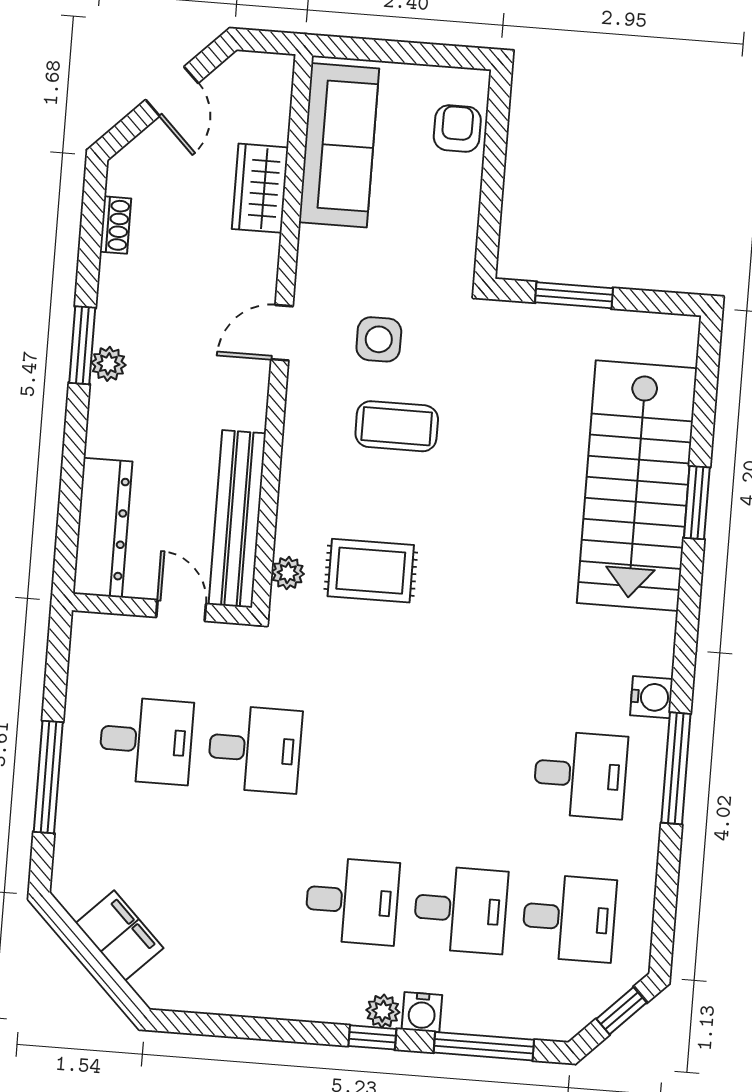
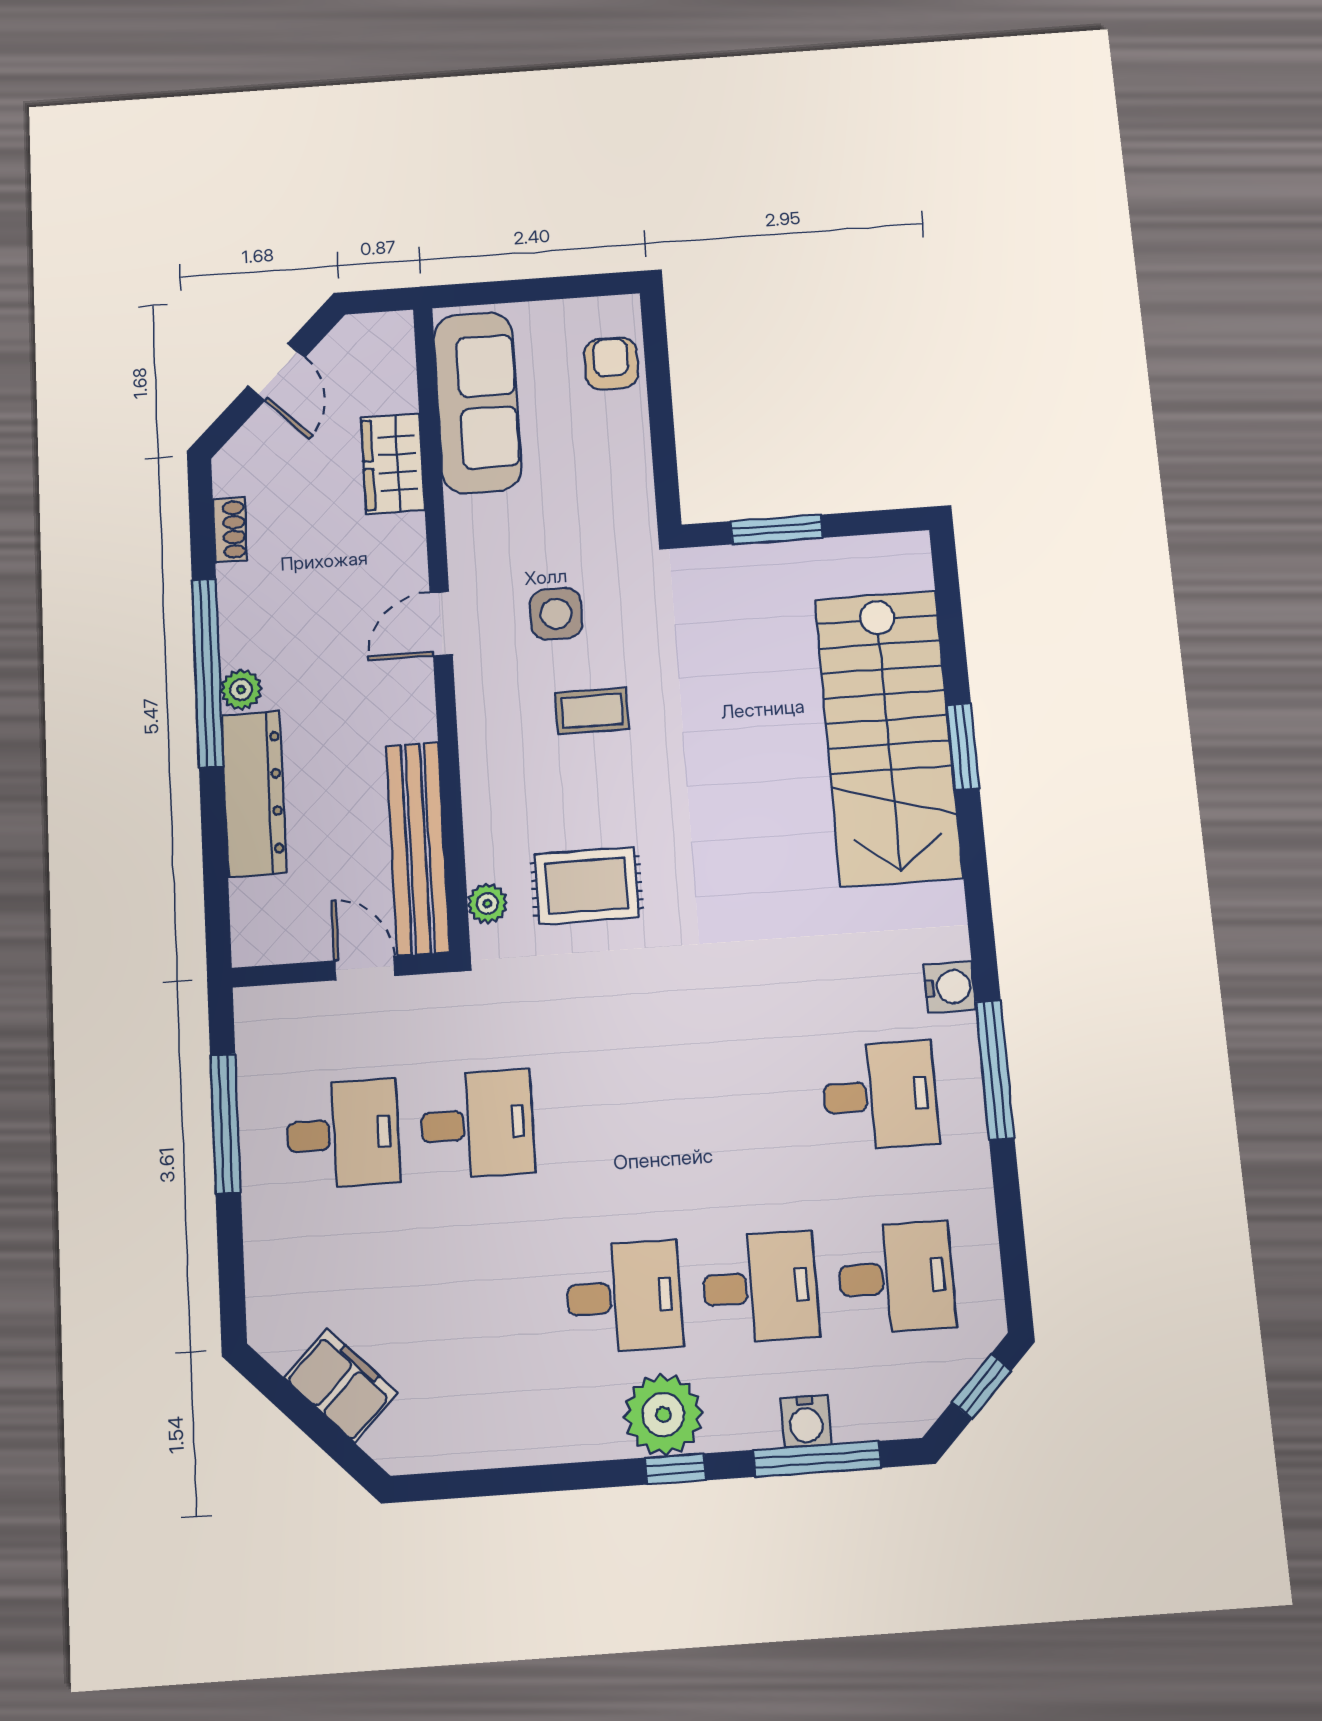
window: (82, 345) -> (208, 673), width x2.11
coffee table: (397, 426) -> (592, 711), width x0.73, depth x0.77
dresser: (103, 528) -> (254, 794), moved
window: (48, 777) -> (225, 1124), moved
plant: (383, 1011) -> (663, 1415), width x1.87, depth x1.87
water cooler: (422, 1012) -> (806, 1421), moved

